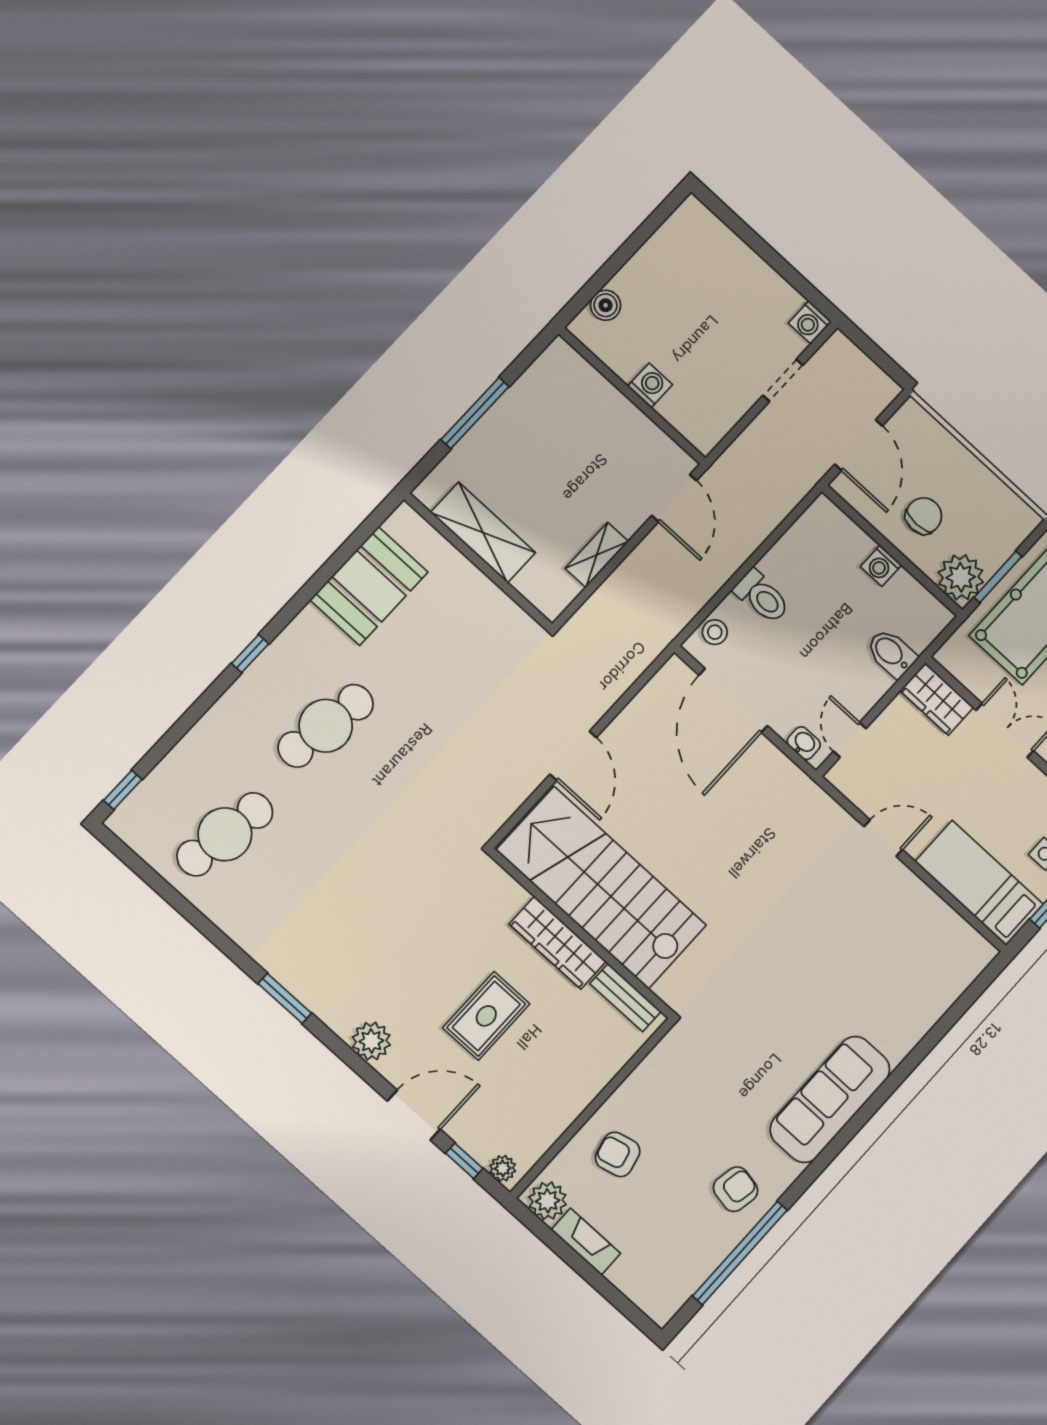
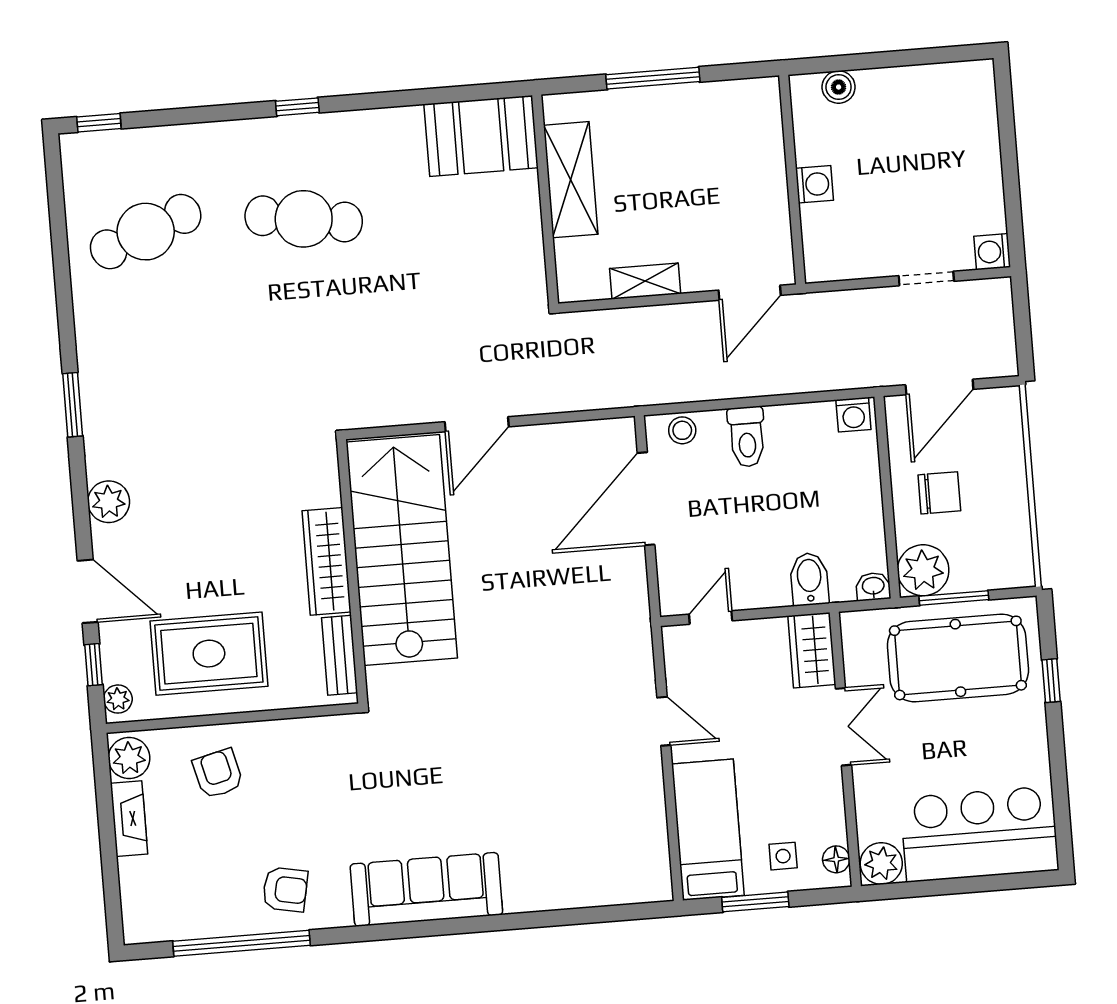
washing machine: (881, 566) -> (853, 415), moved, turned -90
booth: (369, 586) -> (481, 136), moved
washbasin: (804, 743) -> (873, 586), moved, turned -90
cafe table: (225, 834) -> (146, 232), turned -30
rug: (486, 1016) -> (209, 654), moved, width x1.36, depth x1.43

